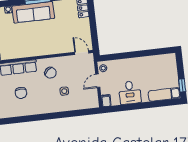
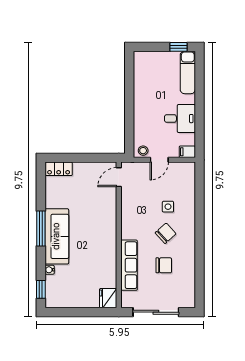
chair: (50, 73) -> (166, 233), moved
door: (98, 81) -> (159, 160), hinge flipped

